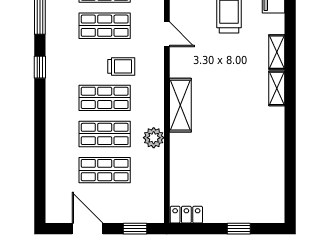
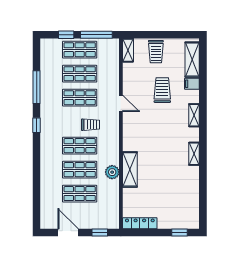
shelving: (277, 88) -> (194, 154), moved
shelving: (180, 105) -> (130, 169), moved
locker: (186, 215) -> (140, 223), width x1.53
window: (239, 229) -> (180, 233), moved

